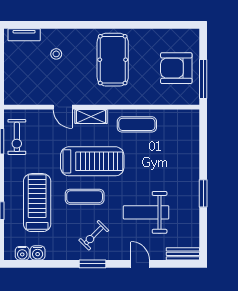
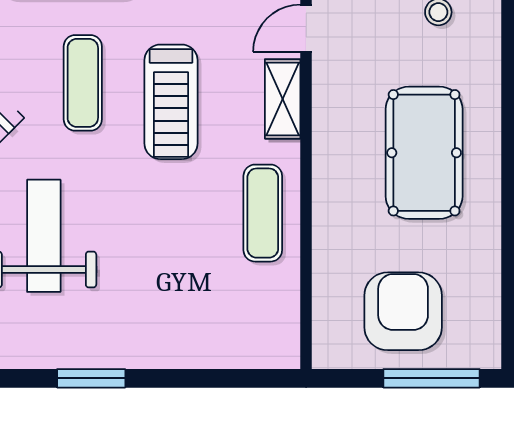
pool table: (113, 60) -> (424, 153), turned 90
window: (203, 79) -> (432, 378), moved
treadmill: (92, 161) -> (171, 102), width x0.73, depth x0.73

